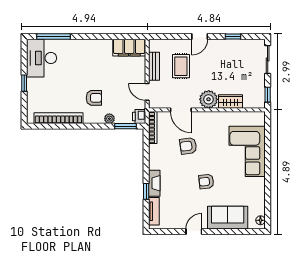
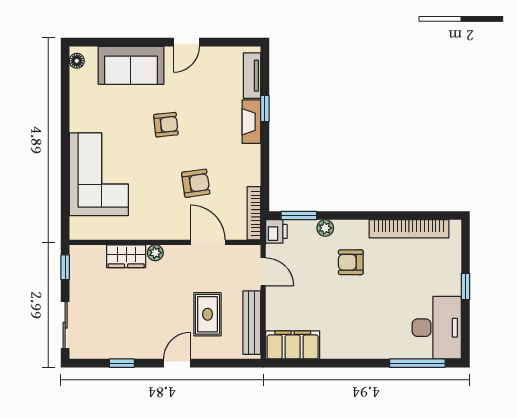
bench: (154, 66) -> (252, 323), width x1.36
plant: (209, 99) -> (155, 253), width x0.53, depth x0.53

